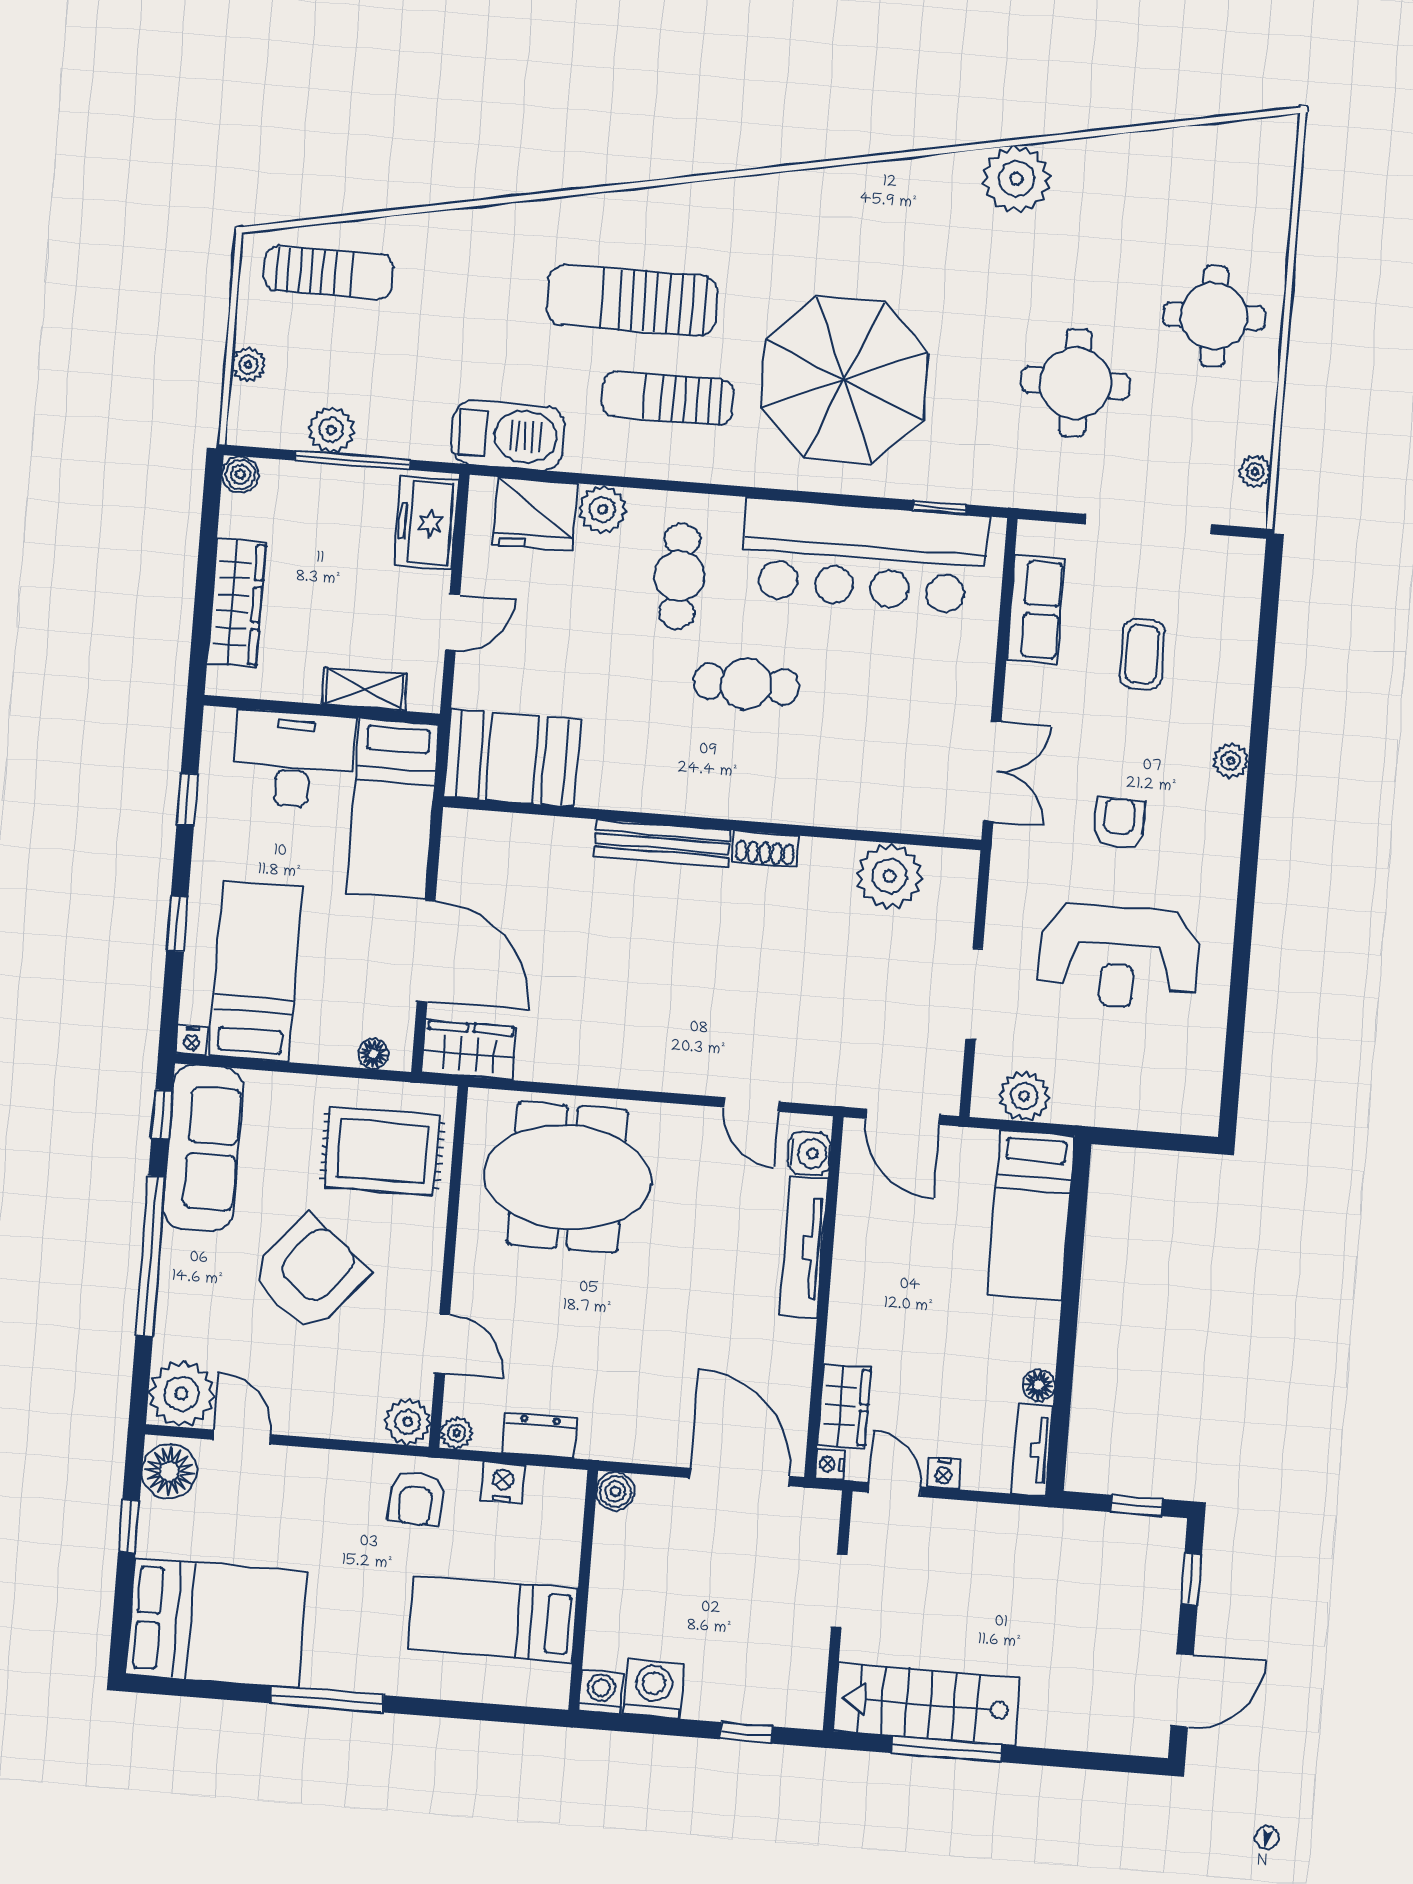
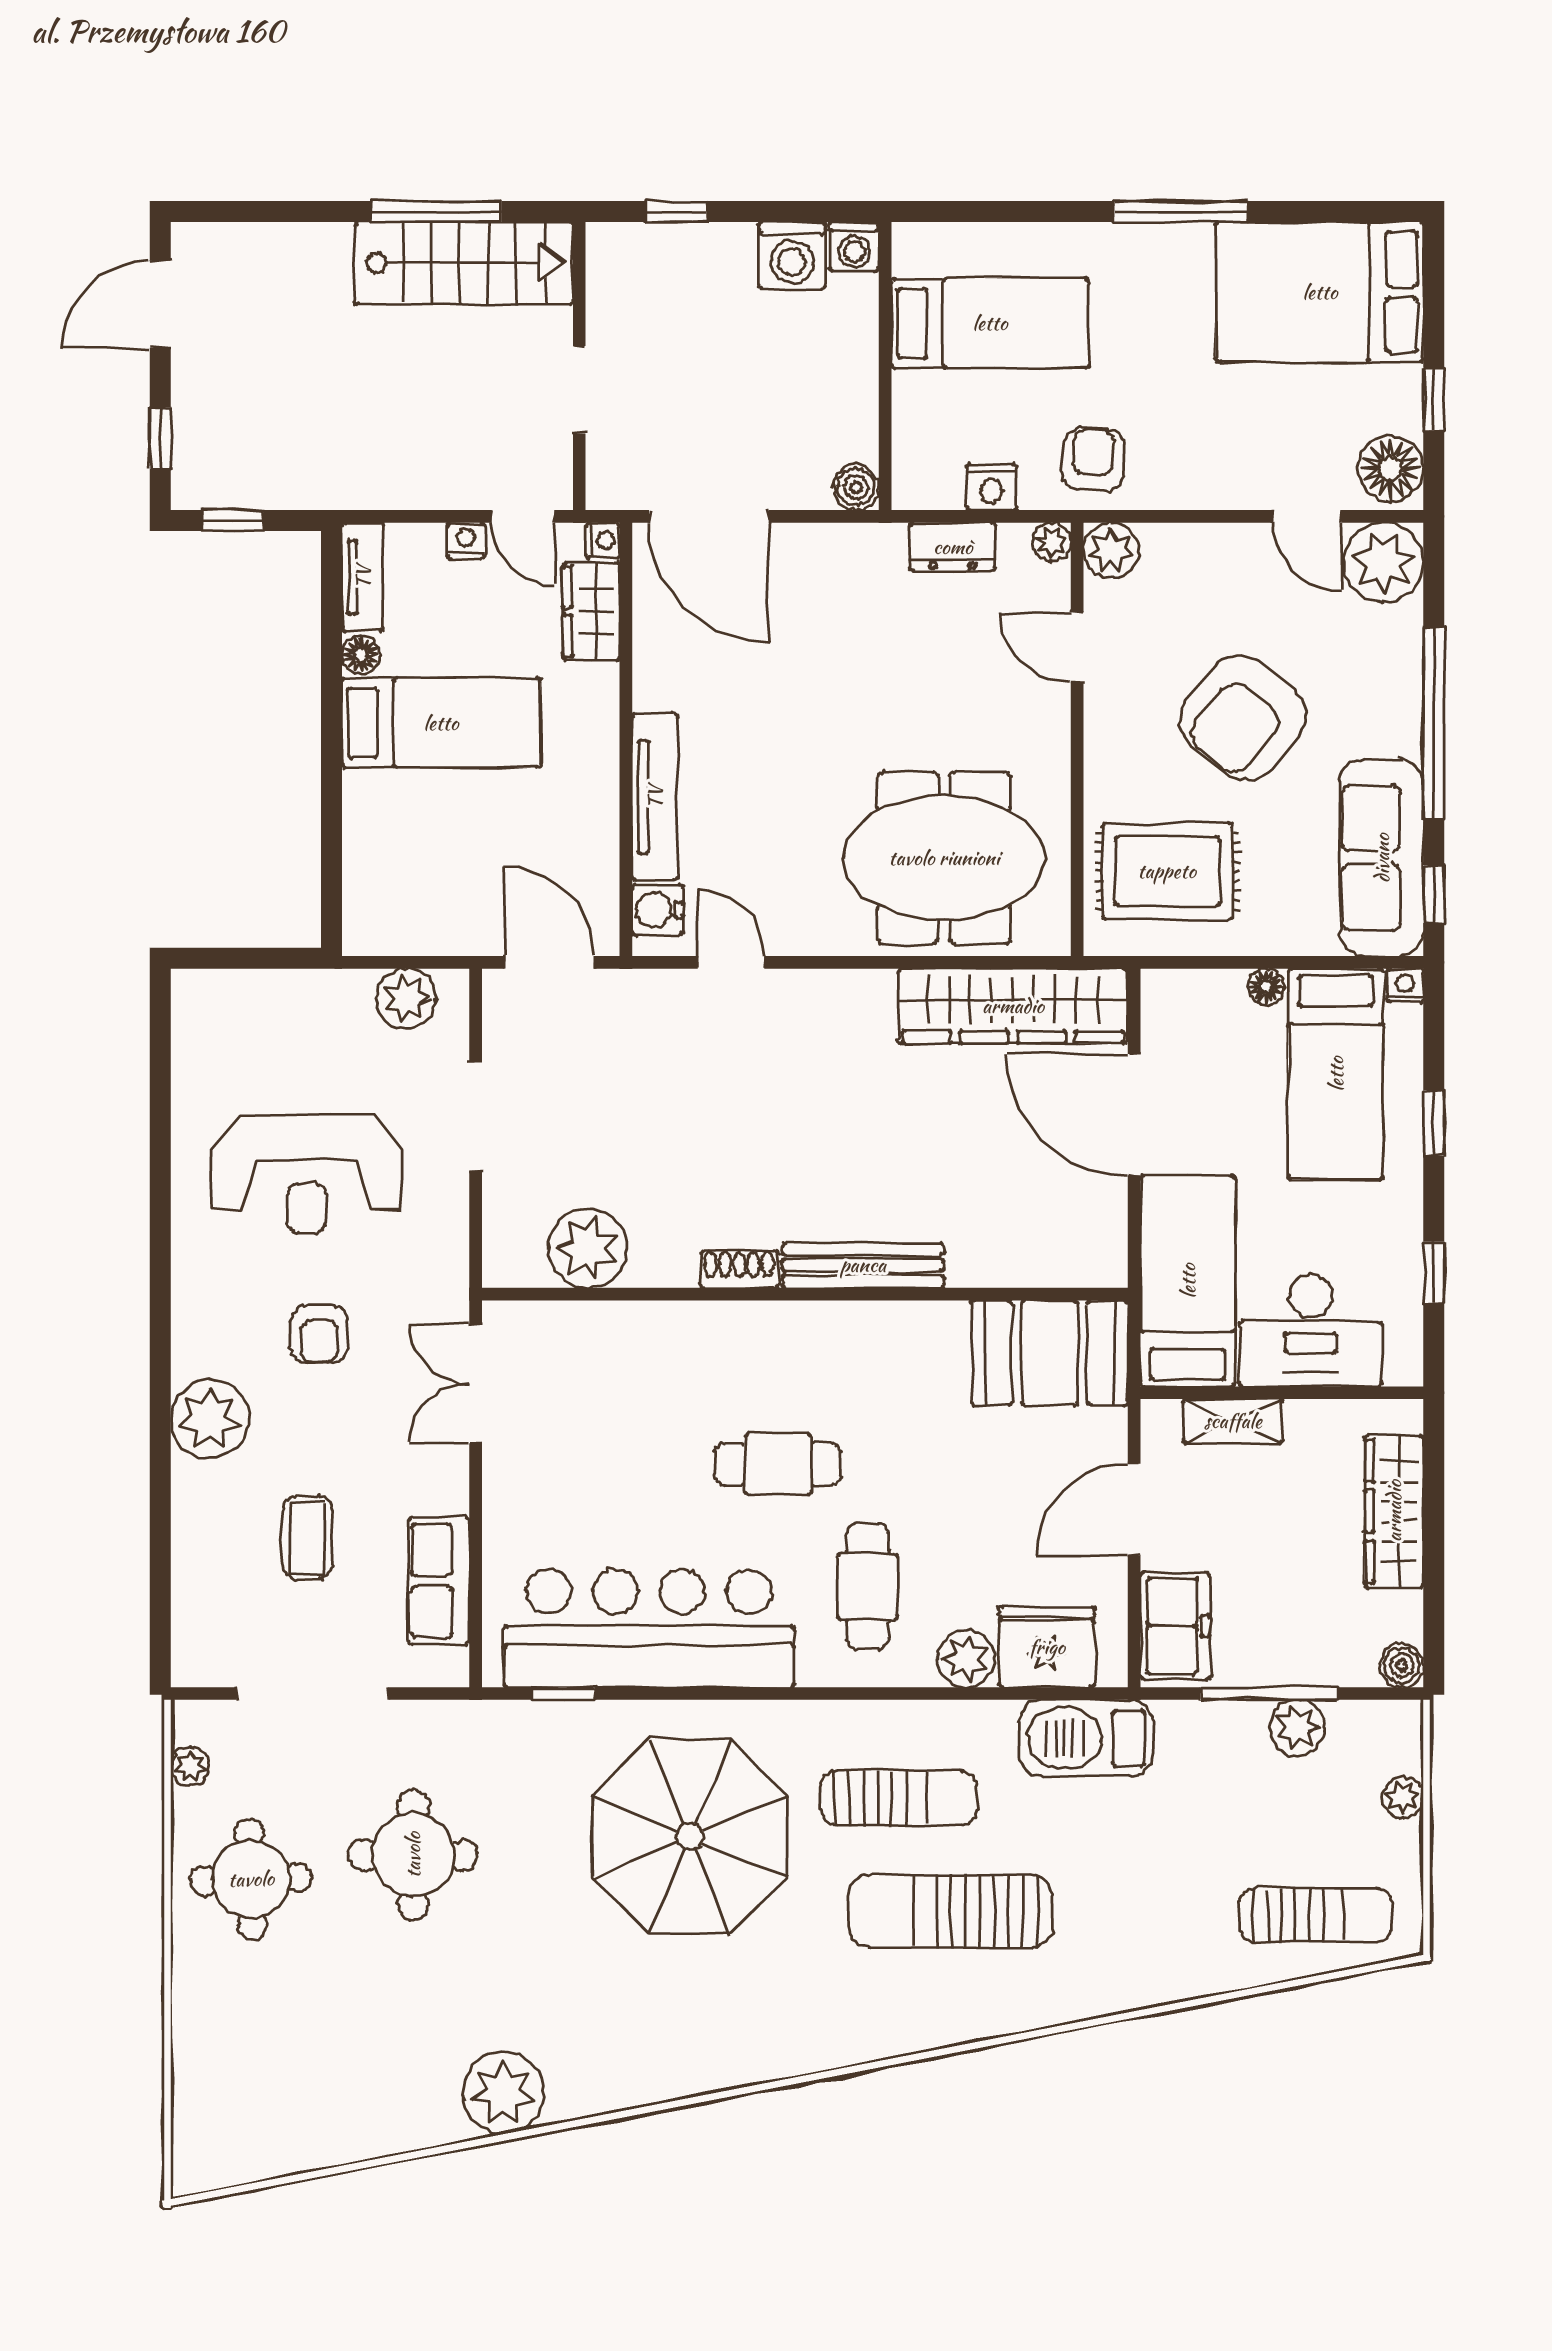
sun lounger: (329, 273) -> (1316, 1915), turned 180
sun lounger: (632, 300) -> (951, 1911), turned 180
round table: (1214, 316) -> (251, 1879), moved
door: (453, 622) -> (1134, 1510), width x1.38
plant: (1231, 761) -> (210, 1419), width x1.87, depth x1.87
reception desk: (1119, 957) -> (307, 1174), turned 180
wardrobe: (469, 1050) -> (1013, 1006), width x2.10, depth x1.17
floor lamp: (373, 1054) -> (1266, 987), moved
bed: (1031, 1215) -> (441, 723), moved, turned 90

